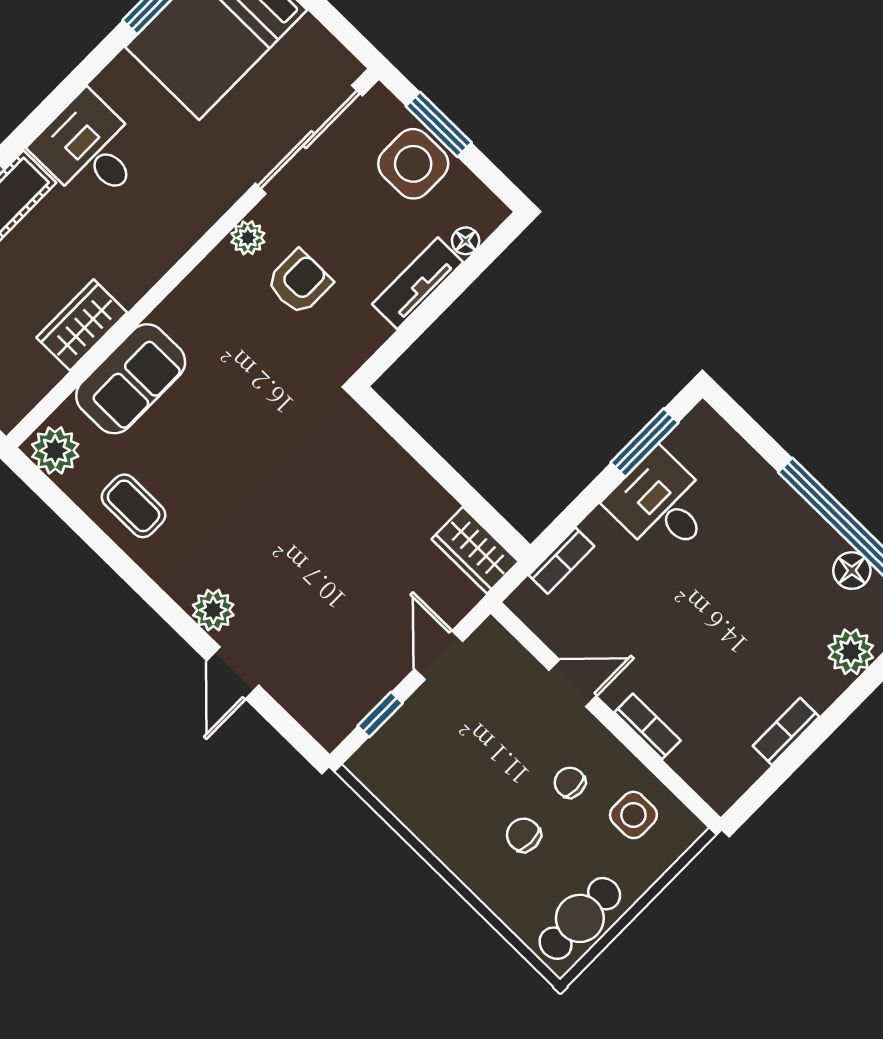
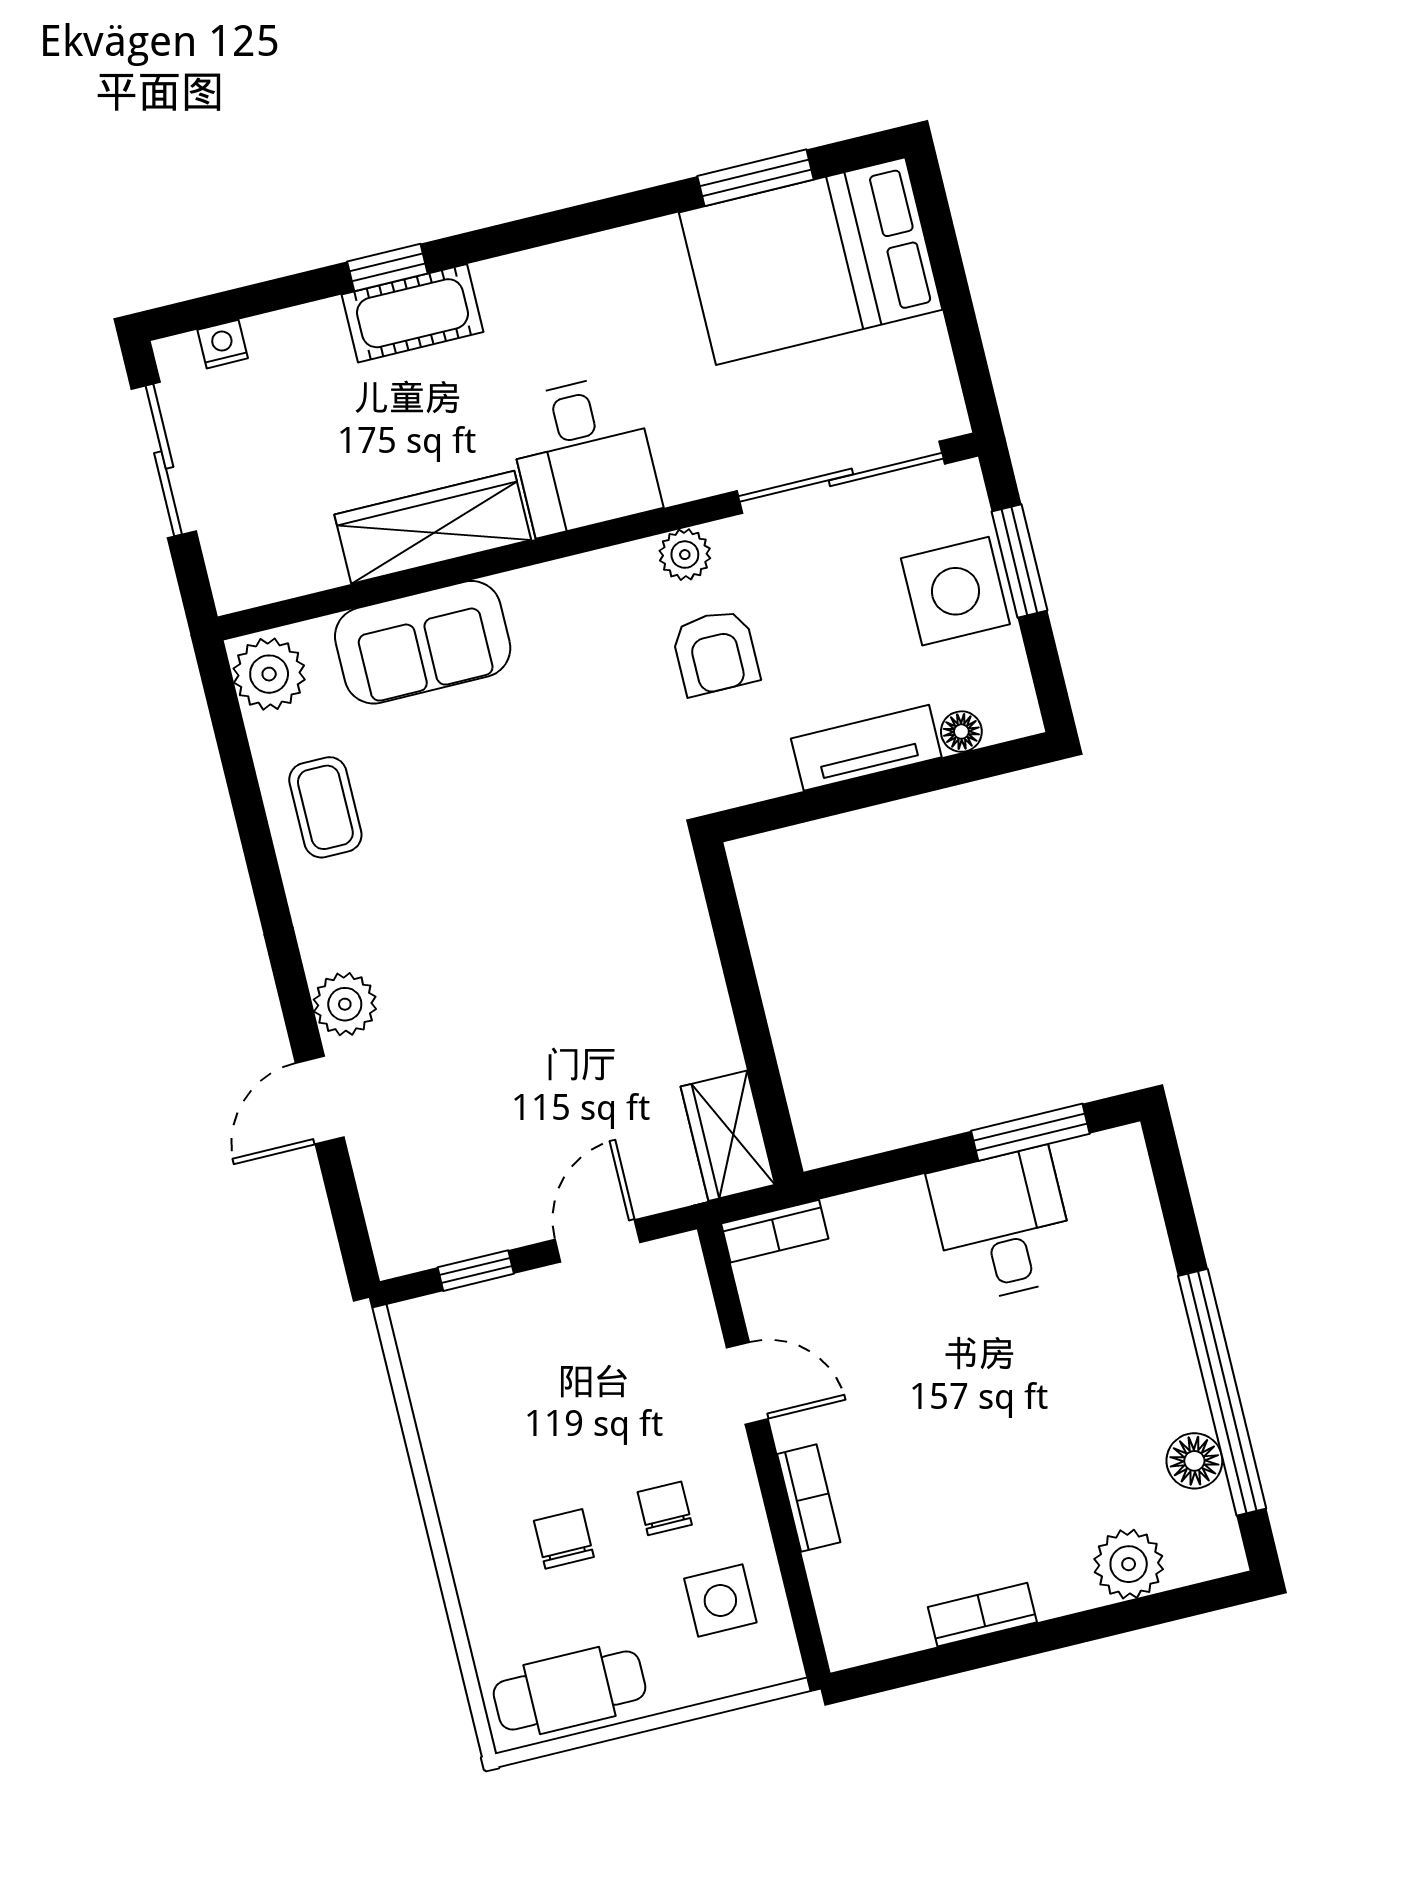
desk: (90, 150) -> (583, 455), moved, turned 180
armchair: (299, 282) -> (715, 652), turned 90
wardrobe: (82, 325) -> (433, 527), width x1.50
bookcase: (562, 561) -> (775, 1231), moved

